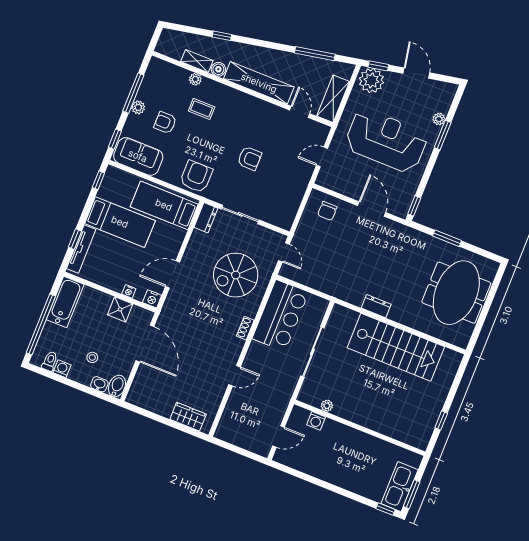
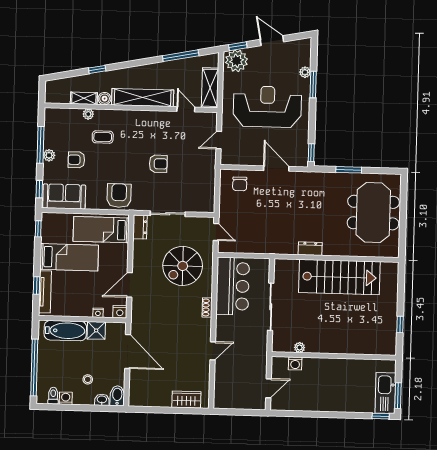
bathtub: (65, 302) -> (65, 331), moved, turned 90

